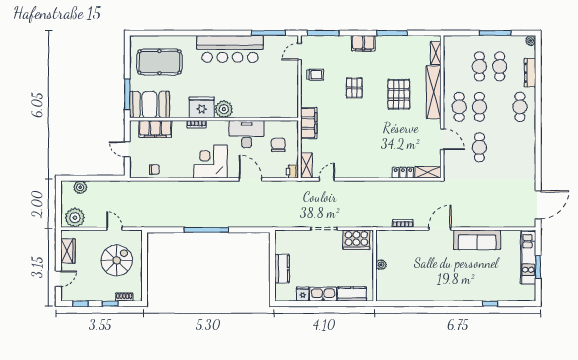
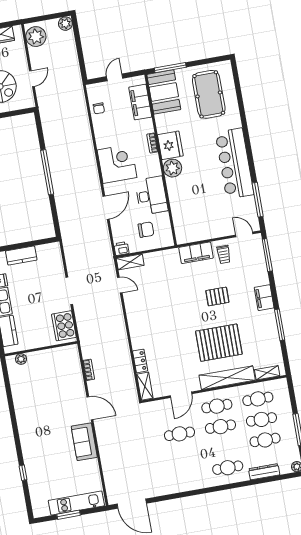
cafe table: (459, 66) -> (258, 399), added
pallet: (399, 94) -> (219, 343), width x1.37, depth x1.41
filing cabinet: (309, 123) -> (196, 253), moved
plant: (80, 187) -> (65, 24), moved
sofa: (477, 240) -> (84, 442), width x0.73
plant: (381, 265) -> (21, 359), moved

